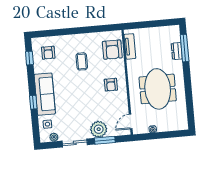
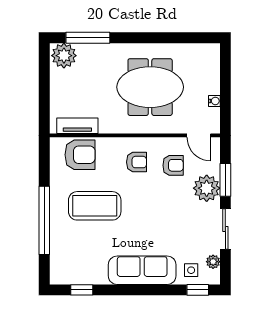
window: (70, 31) -> (44, 220), added
plant: (172, 34) -> (64, 56), added
dresser: (177, 51) -> (92, 51), removed
armchair: (48, 53) -> (173, 165), moved
coffee table: (82, 61) -> (95, 206), width x1.86, depth x1.72
window: (33, 102) -> (198, 290), moved

